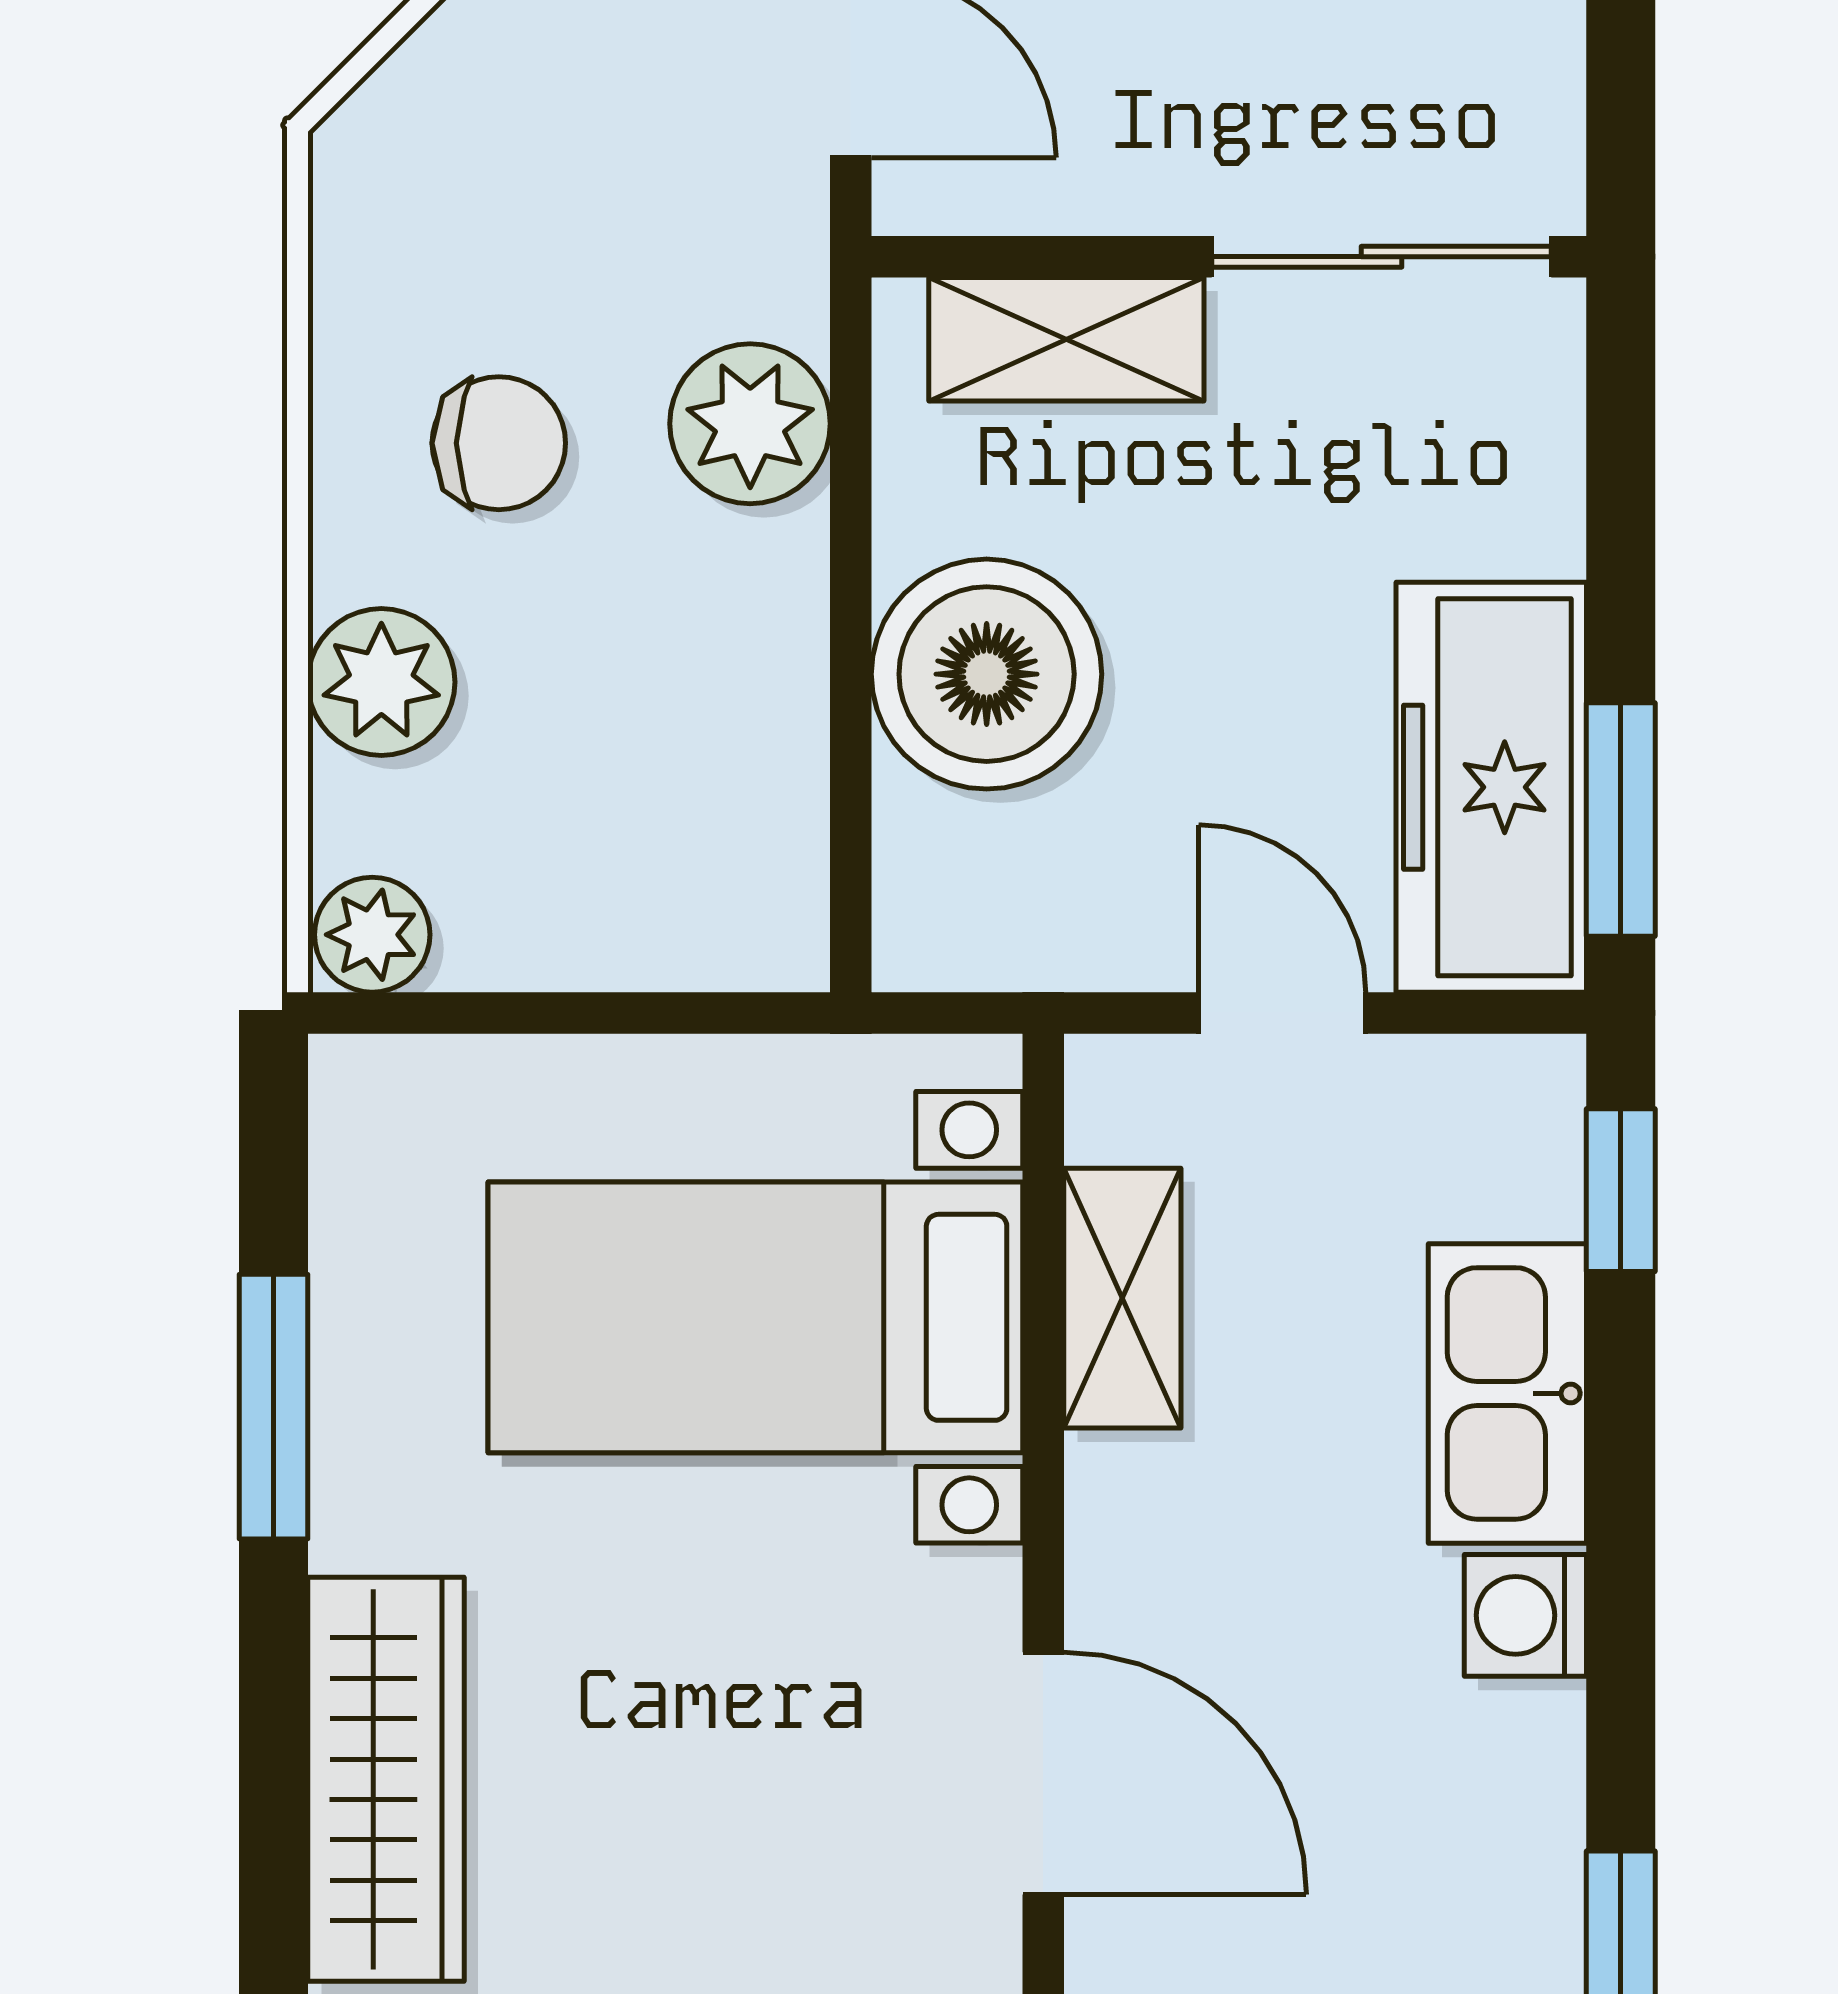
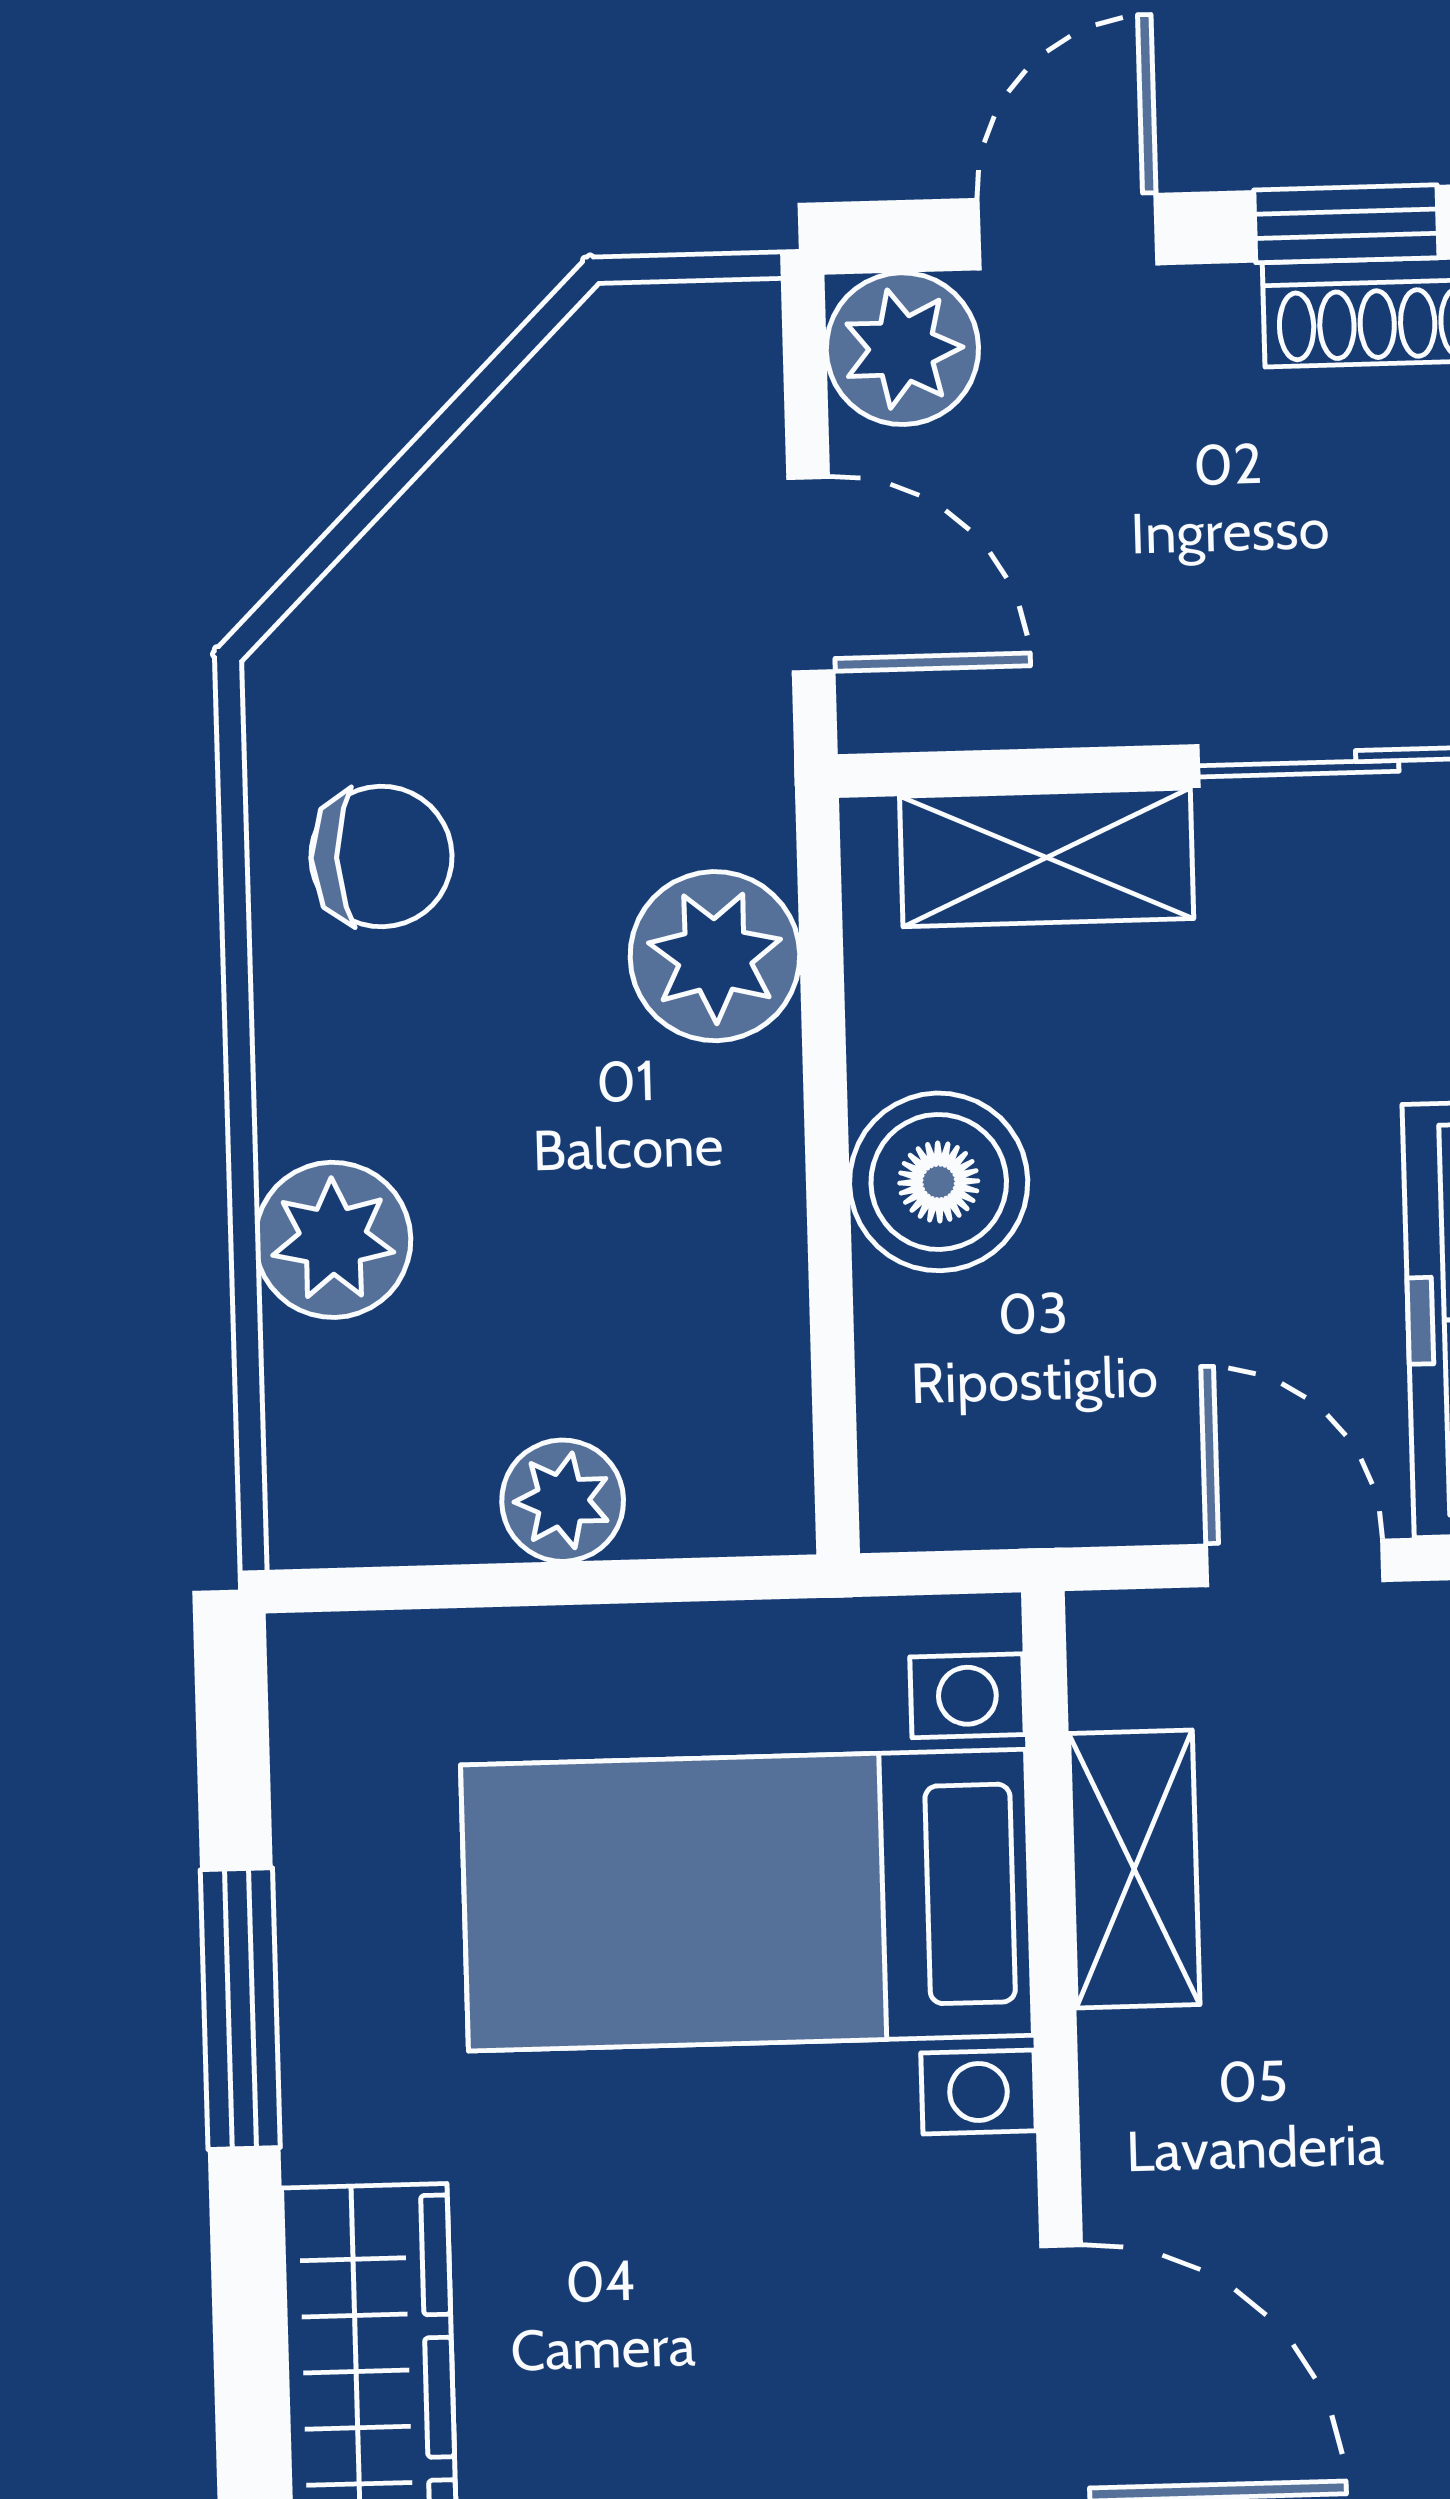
chair: (499, 443) -> (381, 856), moved
boiler: (987, 674) -> (939, 1182), width x0.73, depth x0.73
plant: (372, 935) -> (563, 1501), moved

